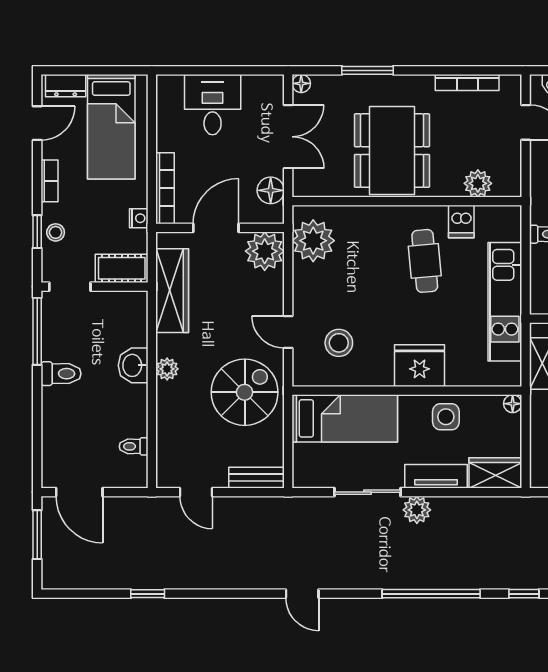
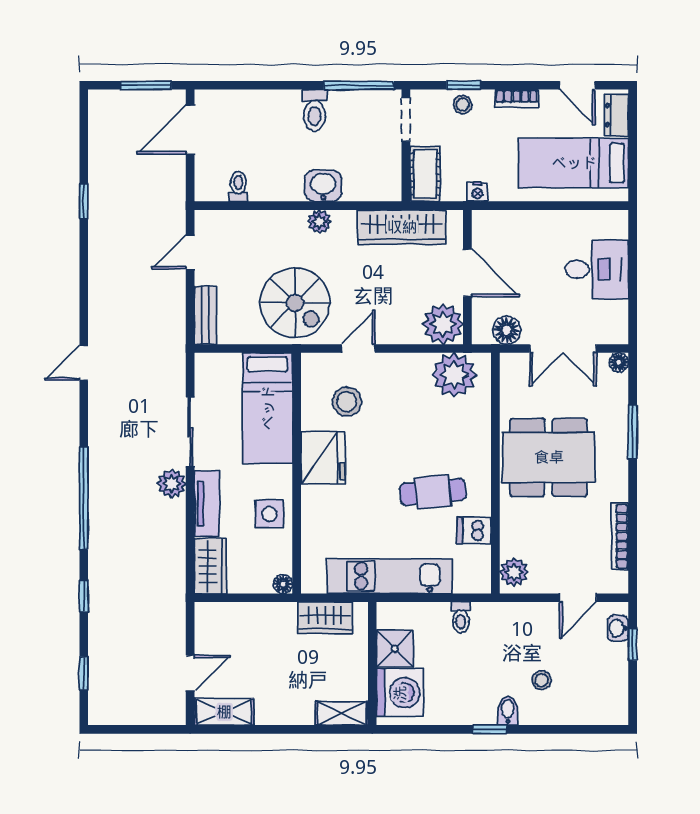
plant: (478, 183) -> (514, 572), moved
bookcase: (165, 188) -> (509, 219), removed
fridge: (420, 366) -> (323, 458), moved

